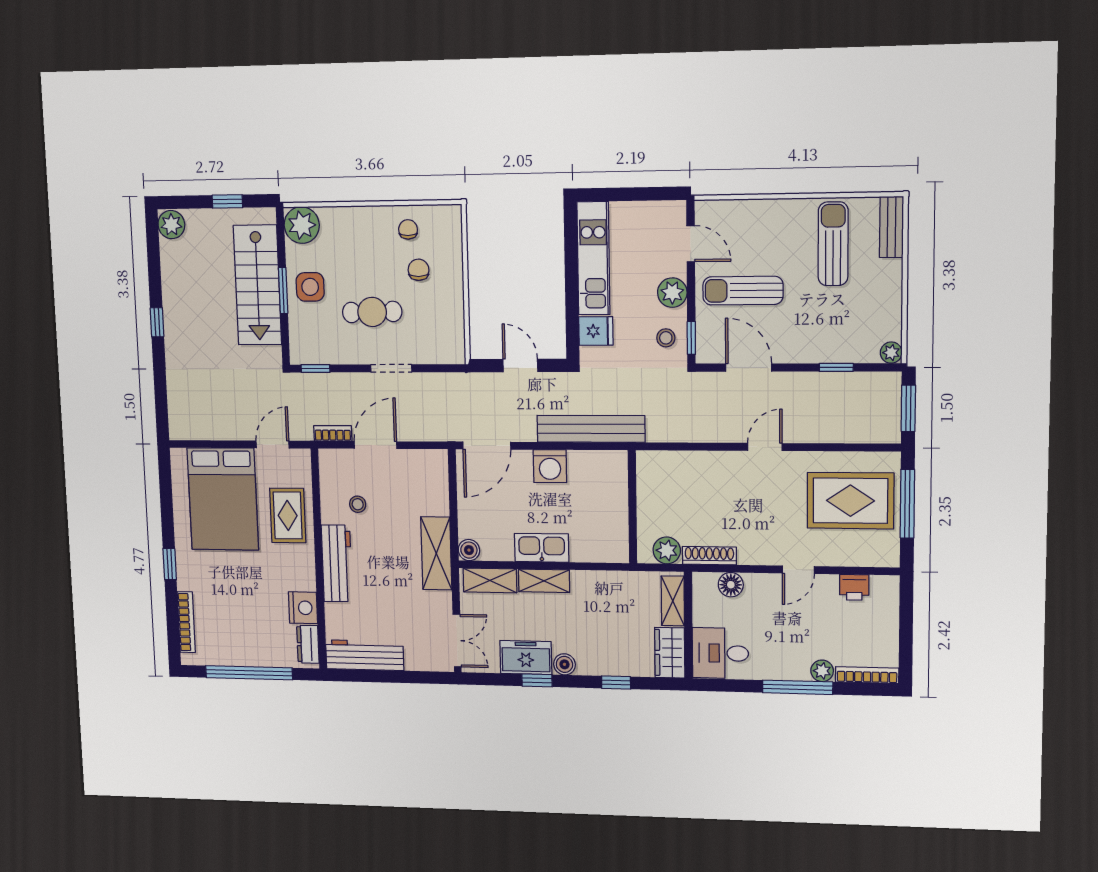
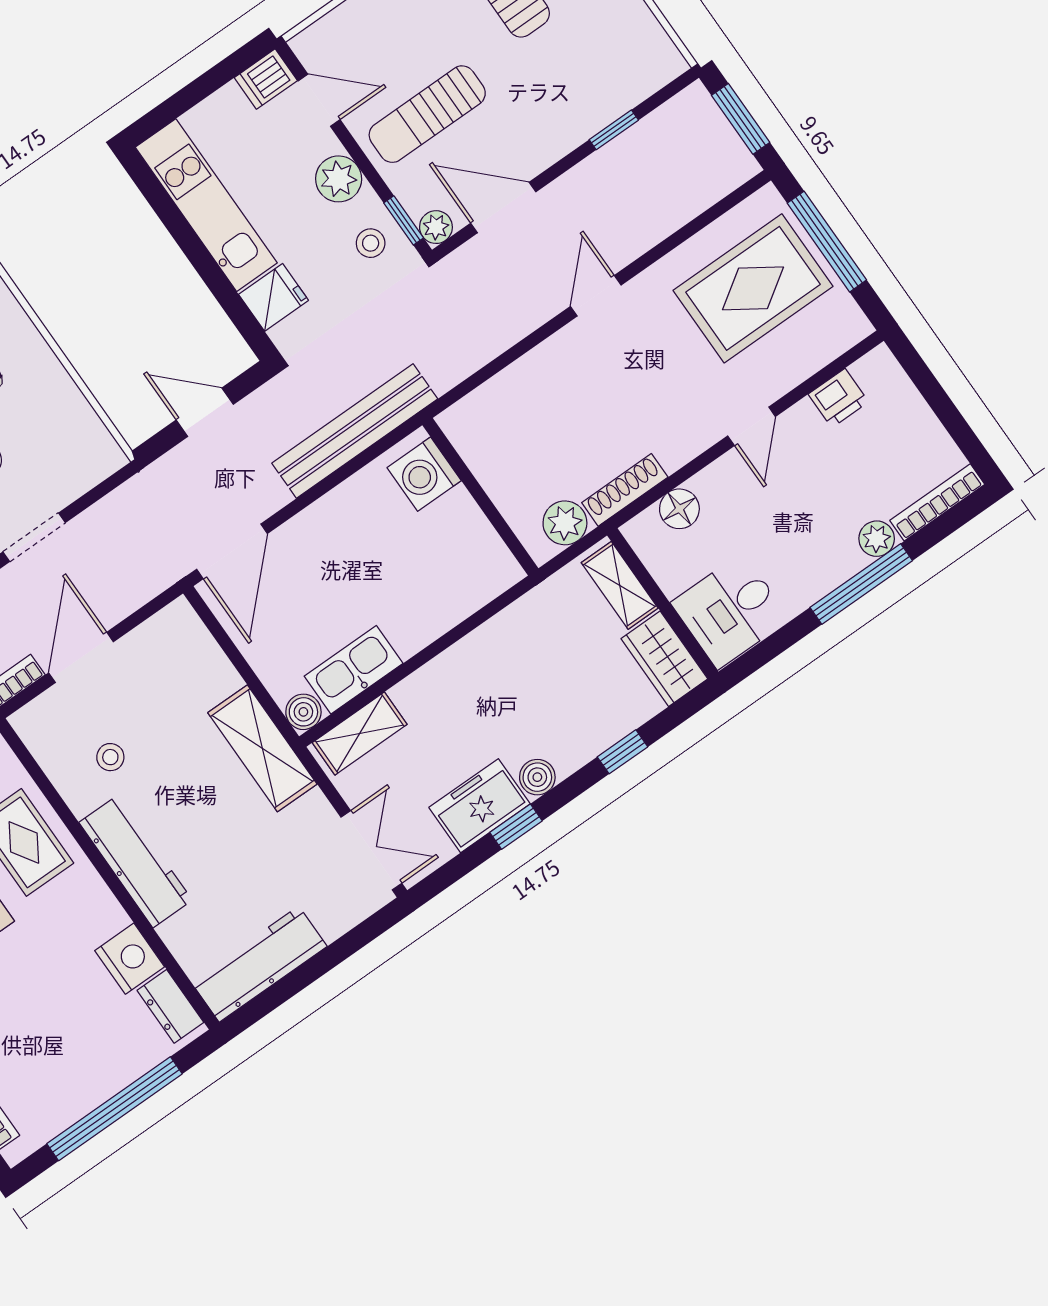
dishwasher: (670, 213) -> (266, 79), added
plant: (891, 353) -> (436, 227), moved
washing machine: (550, 466) -> (424, 474), moved, turned 90
kitchen sink: (542, 548) -> (354, 670), moved
shelving: (544, 581) -> (432, 681), removed

